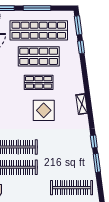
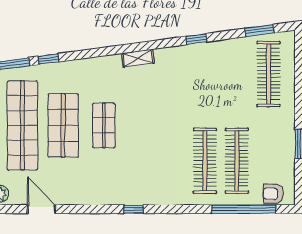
display table: (44, 110) -> (148, 118), removed
window: (97, 163) -> (259, 31), moved

